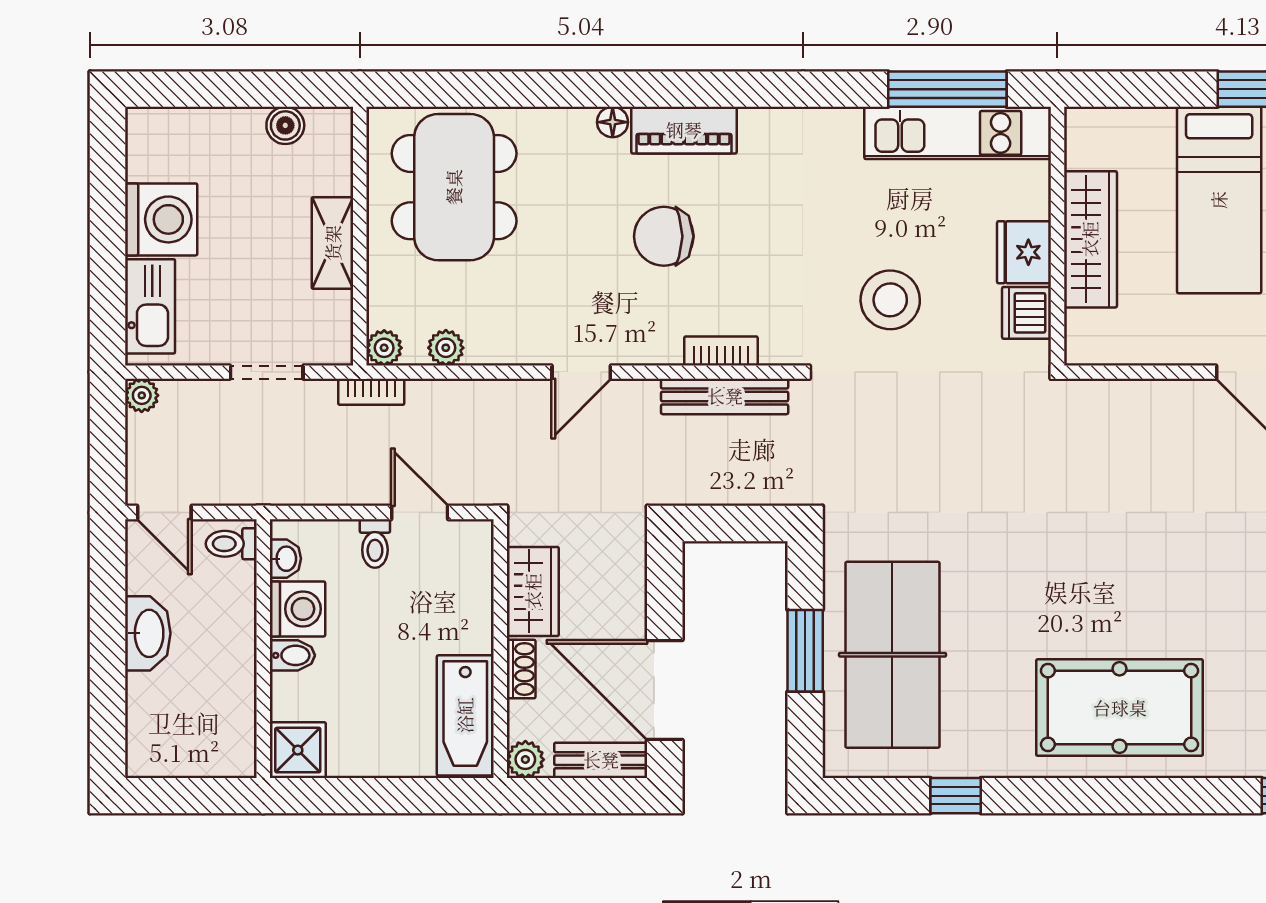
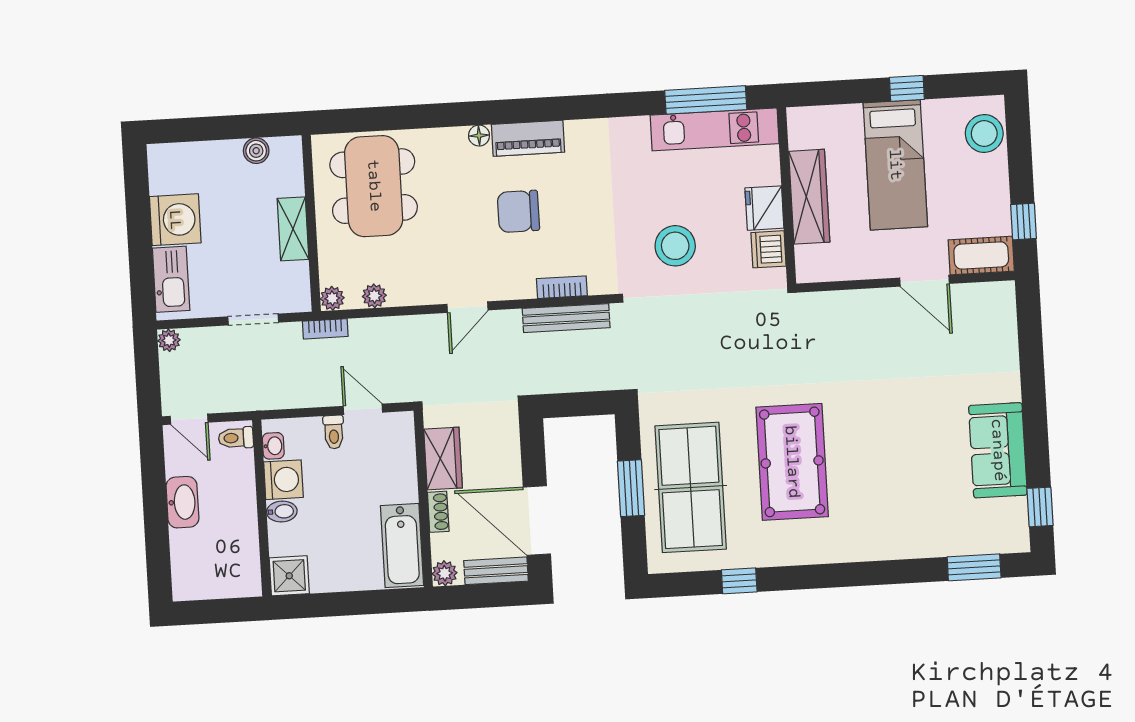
pool table: (1120, 708) -> (792, 462), moved, turned 90

